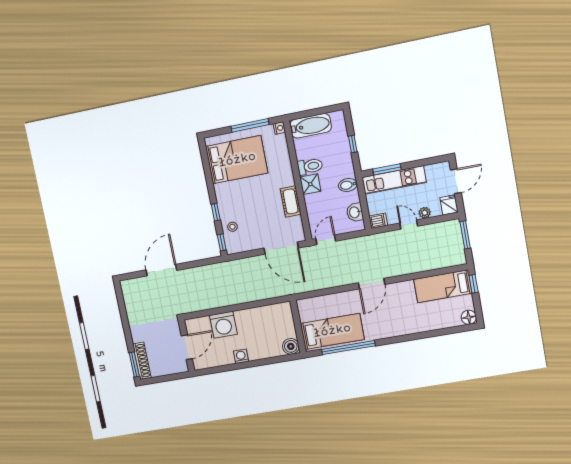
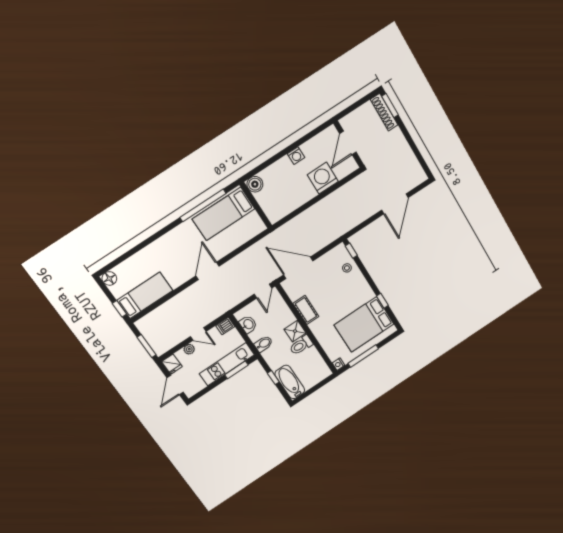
bathtub: (311, 126) -> (290, 382), moved, turned 90
window: (216, 212) -> (382, 301), moved

